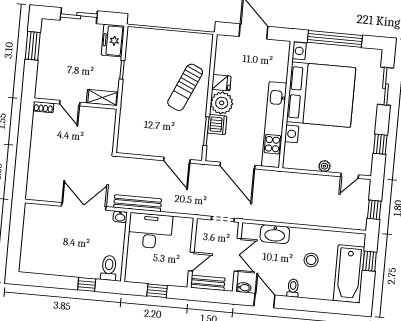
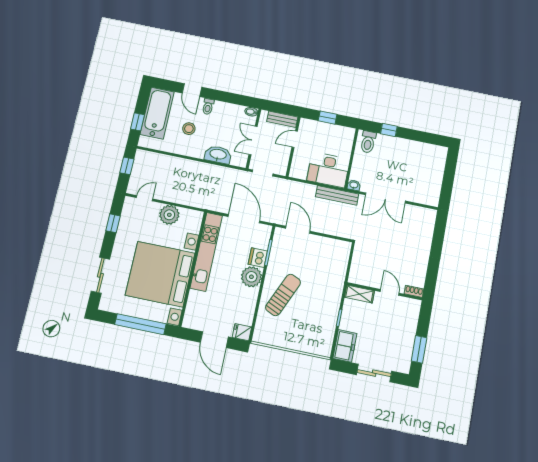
fridge: (221, 83) -> (242, 332), moved
plant: (324, 166) -> (169, 215), width x1.87, depth x1.87
door: (264, 301) -> (192, 90), moved

